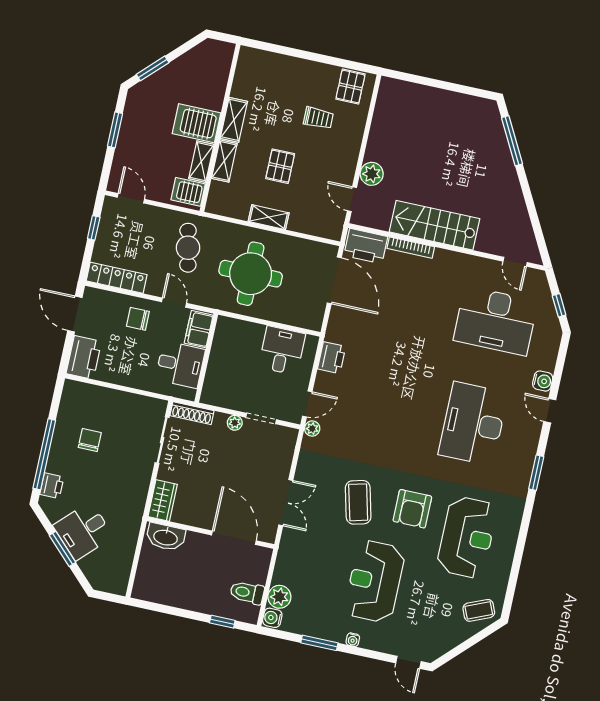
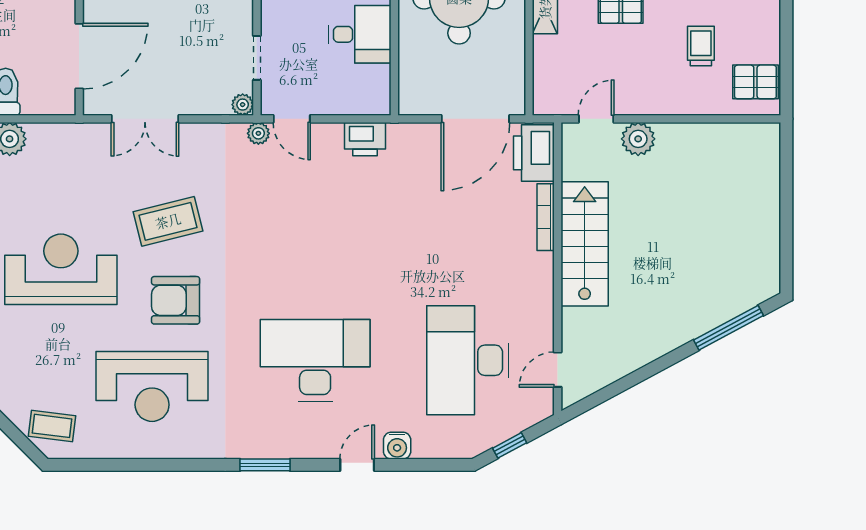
trolley: (318, 118) -> (701, 46), turned 180
desk: (282, 350) -> (360, 34), moved
plant: (235, 423) -> (243, 105), moved
coffee table: (479, 610) -> (52, 426), turned -60

